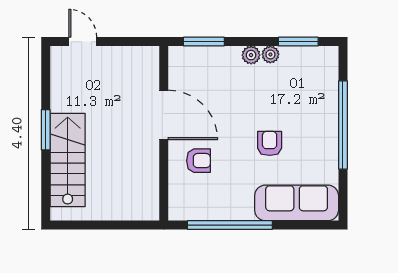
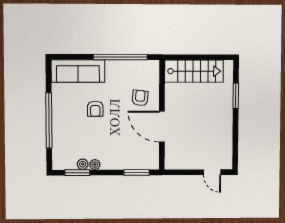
plant: (251, 55) -> (83, 164), moved
window: (46, 130) -> (236, 96), moved
stairs: (68, 160) -> (194, 71), moved, turned -90
armchair: (198, 161) -> (140, 98), turned 96

